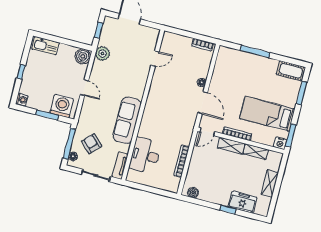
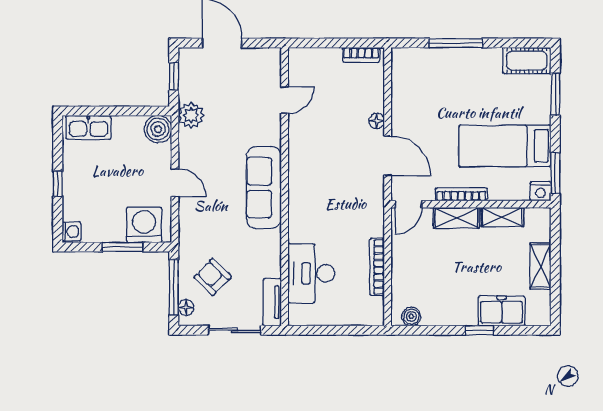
sofa: (127, 120) -> (264, 188), moved

